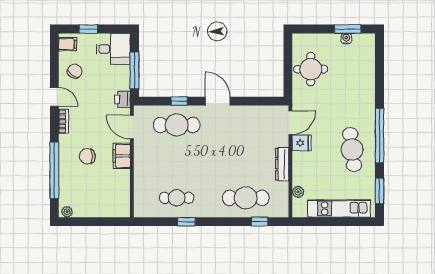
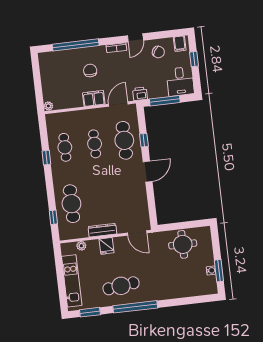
fridge: (302, 143) -> (107, 246), moved
cafe table: (177, 161) -> (95, 144), added
plant: (67, 212) -> (48, 106), moved

